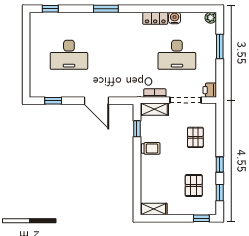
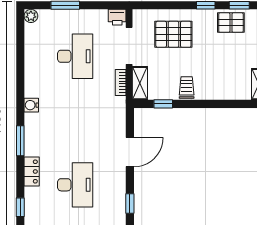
locker: (155, 18) -> (32, 172), moved
water cooler: (175, 18) -> (31, 105), moved
pallet: (195, 137) -> (173, 34), width x1.50, depth x1.42
pallet: (194, 186) -> (231, 23), moved

